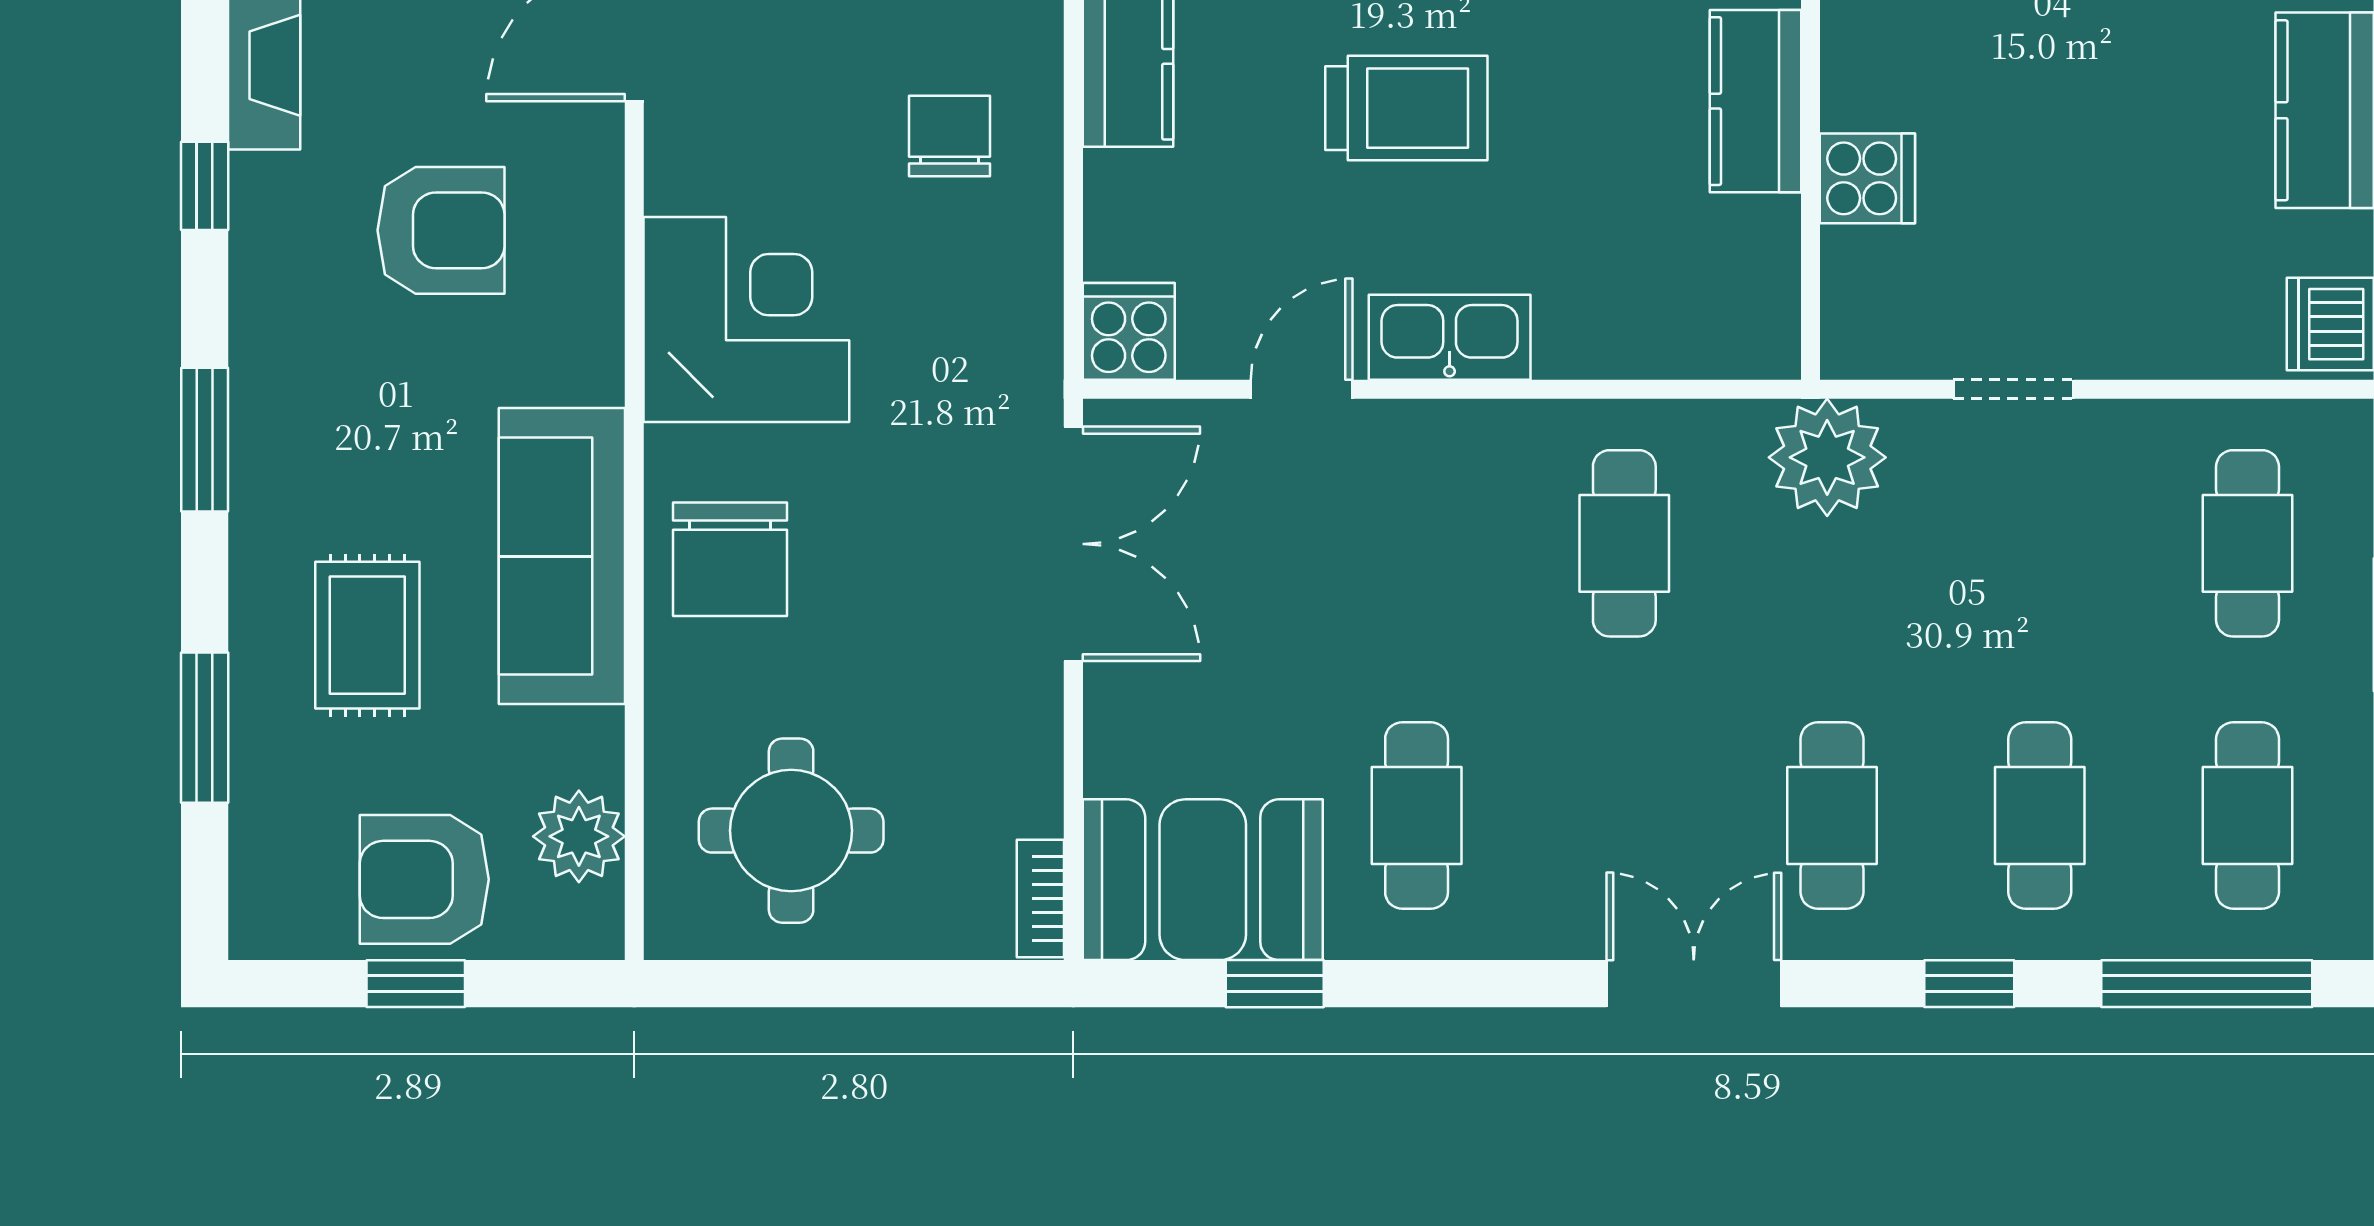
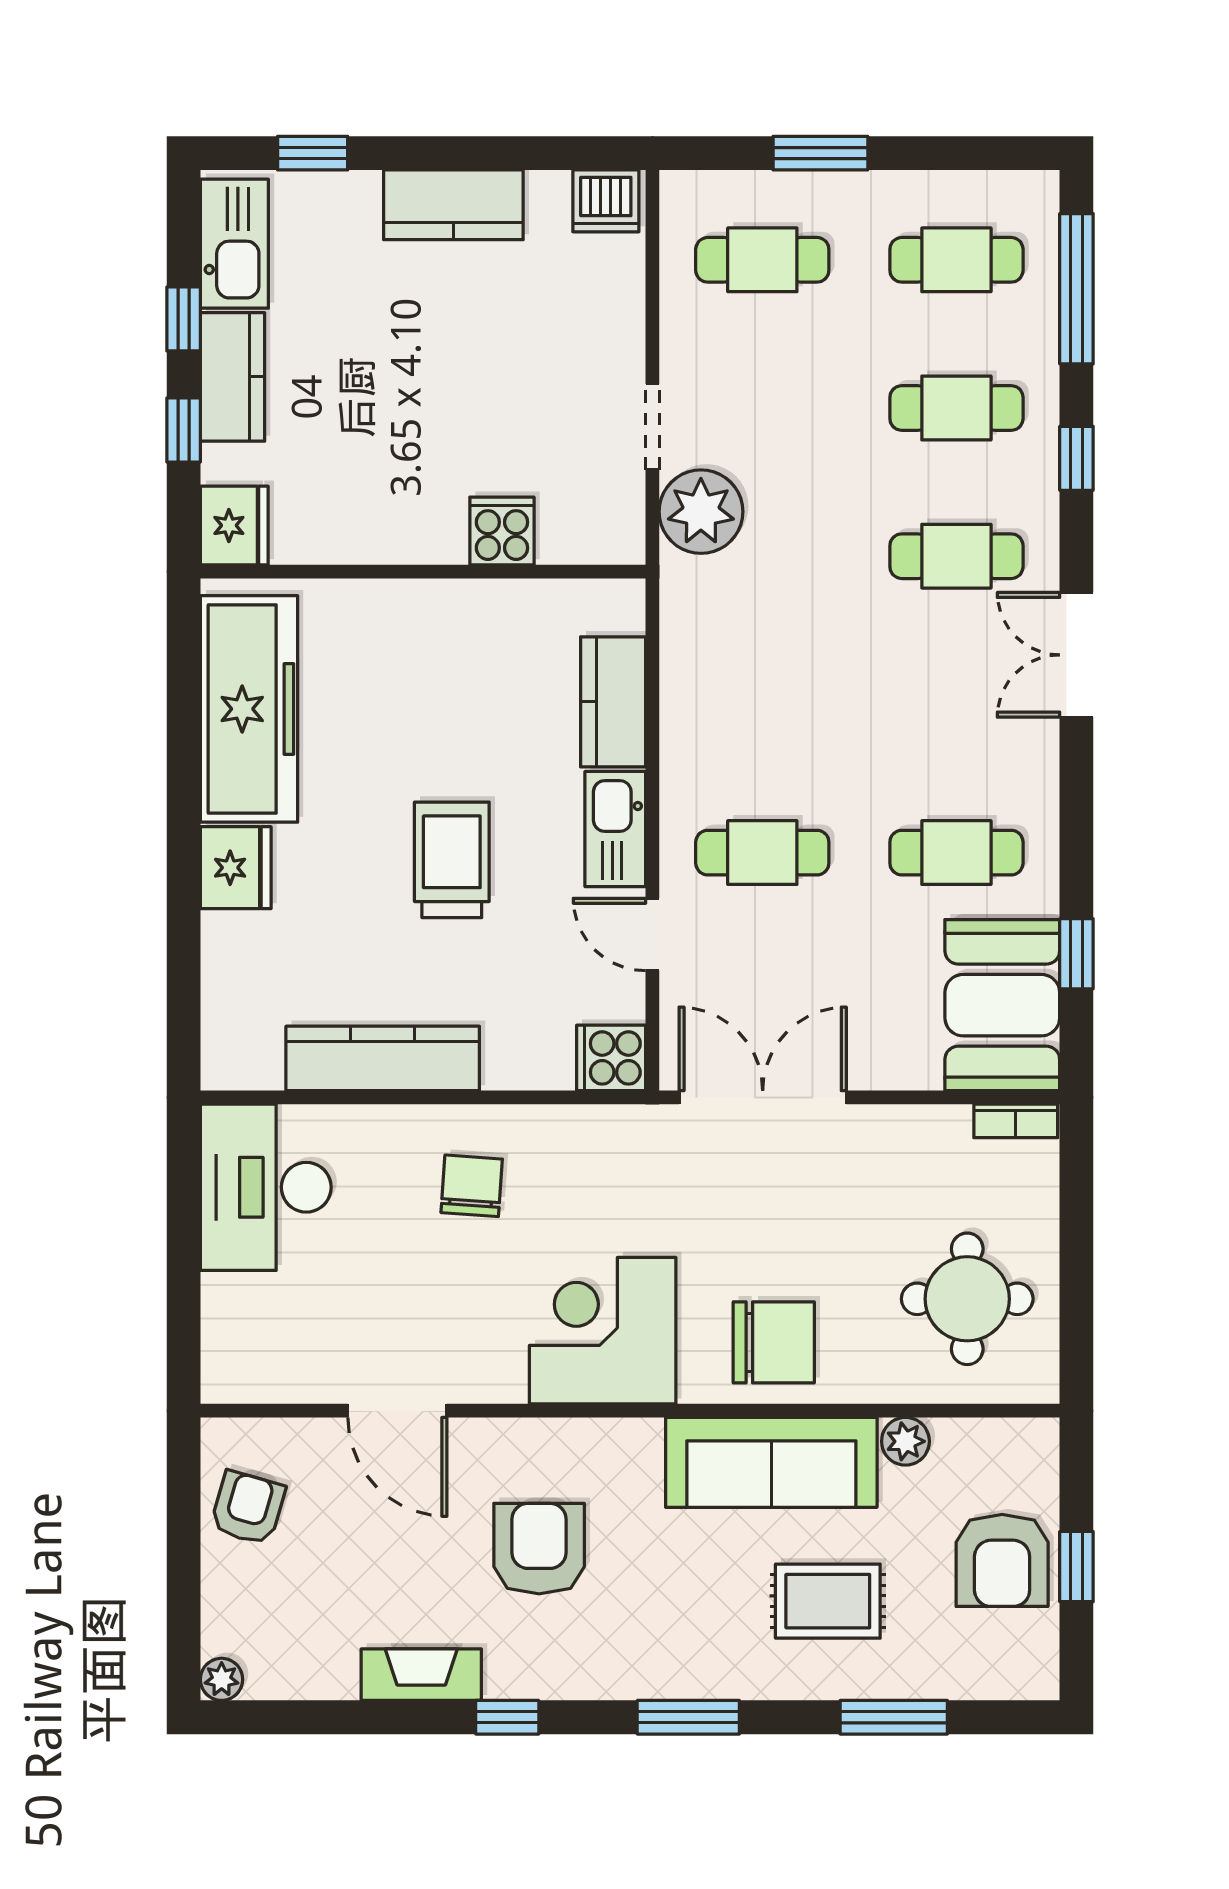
kitchen counter: (1755, 101) -> (613, 702), moved, turned 90
chair: (950, 136) -> (472, 1186), turned 94
plant: (1827, 457) -> (701, 512), moved
cafe table: (1624, 543) -> (762, 853), moved
plant: (579, 836) -> (905, 1441), moved, width x0.73, depth x0.73

